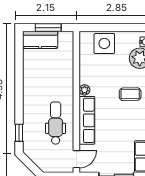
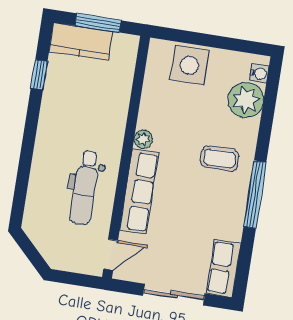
dental chair: (56, 123) -> (85, 188), turned 180
window: (19, 133) -> (39, 75), moved

